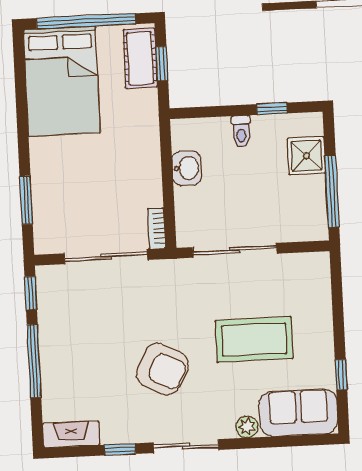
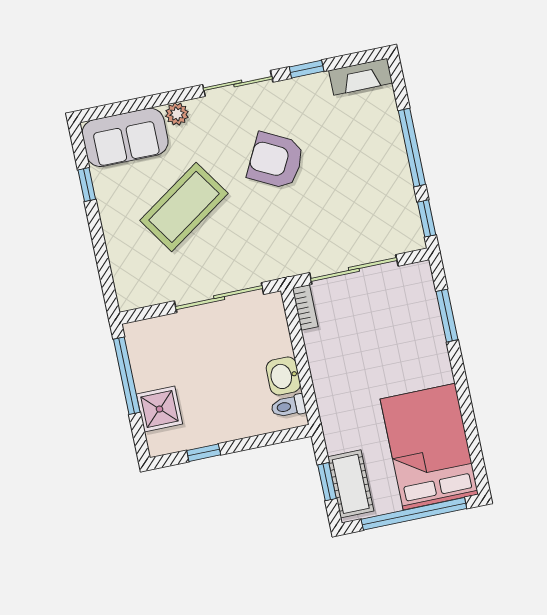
toilet: (241, 131) -> (288, 406), moved, turned -90
coffee table: (254, 340) -> (184, 207), turned -34

